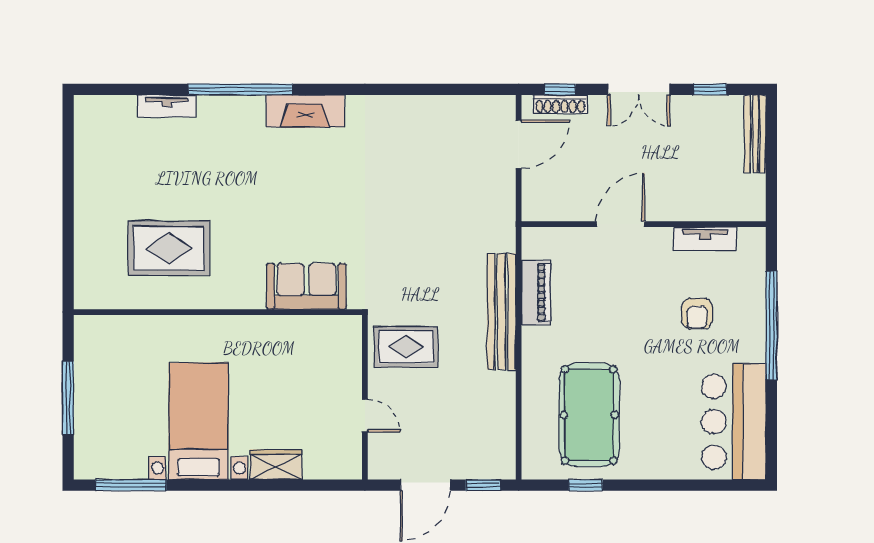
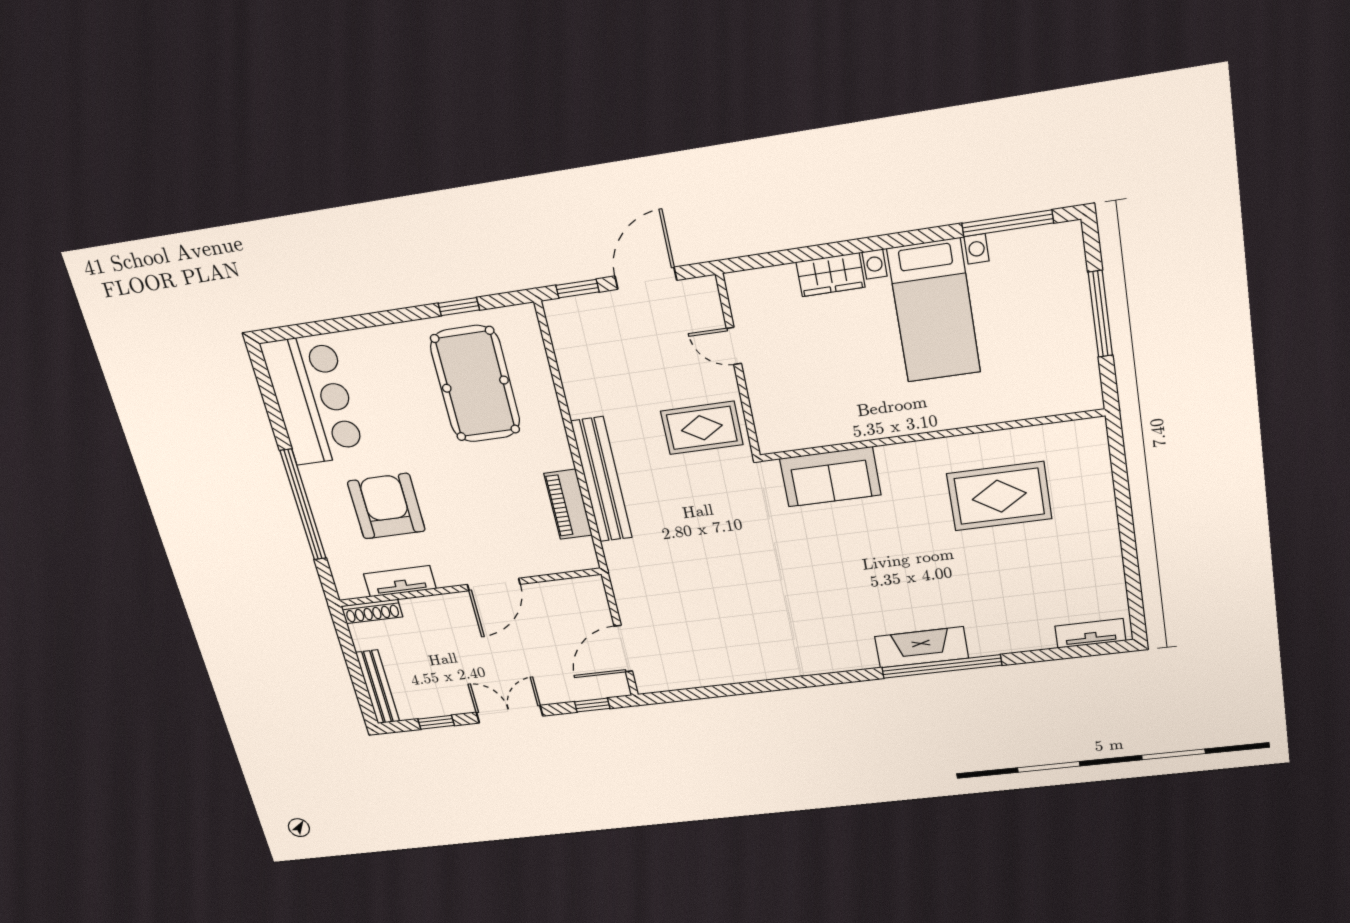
shoe rack: (560, 104) -> (372, 611), moved, turned 180
tv unit: (167, 106) -> (1090, 633), moved
fireplace: (305, 111) -> (922, 647), moved
armchair: (697, 313) -> (386, 506), width x1.88, depth x1.88

